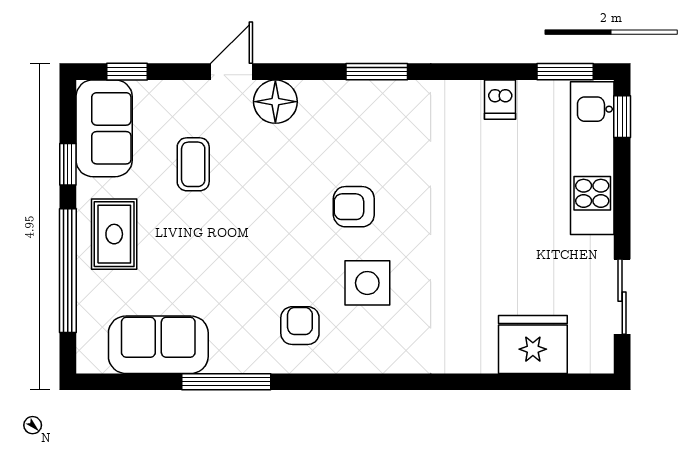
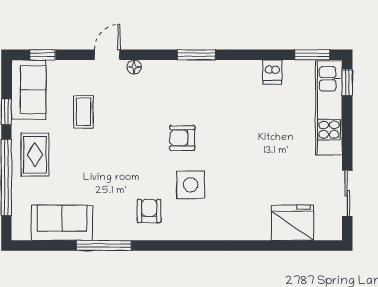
floor lamp: (275, 102) -> (134, 67), width x0.53, depth x0.53

